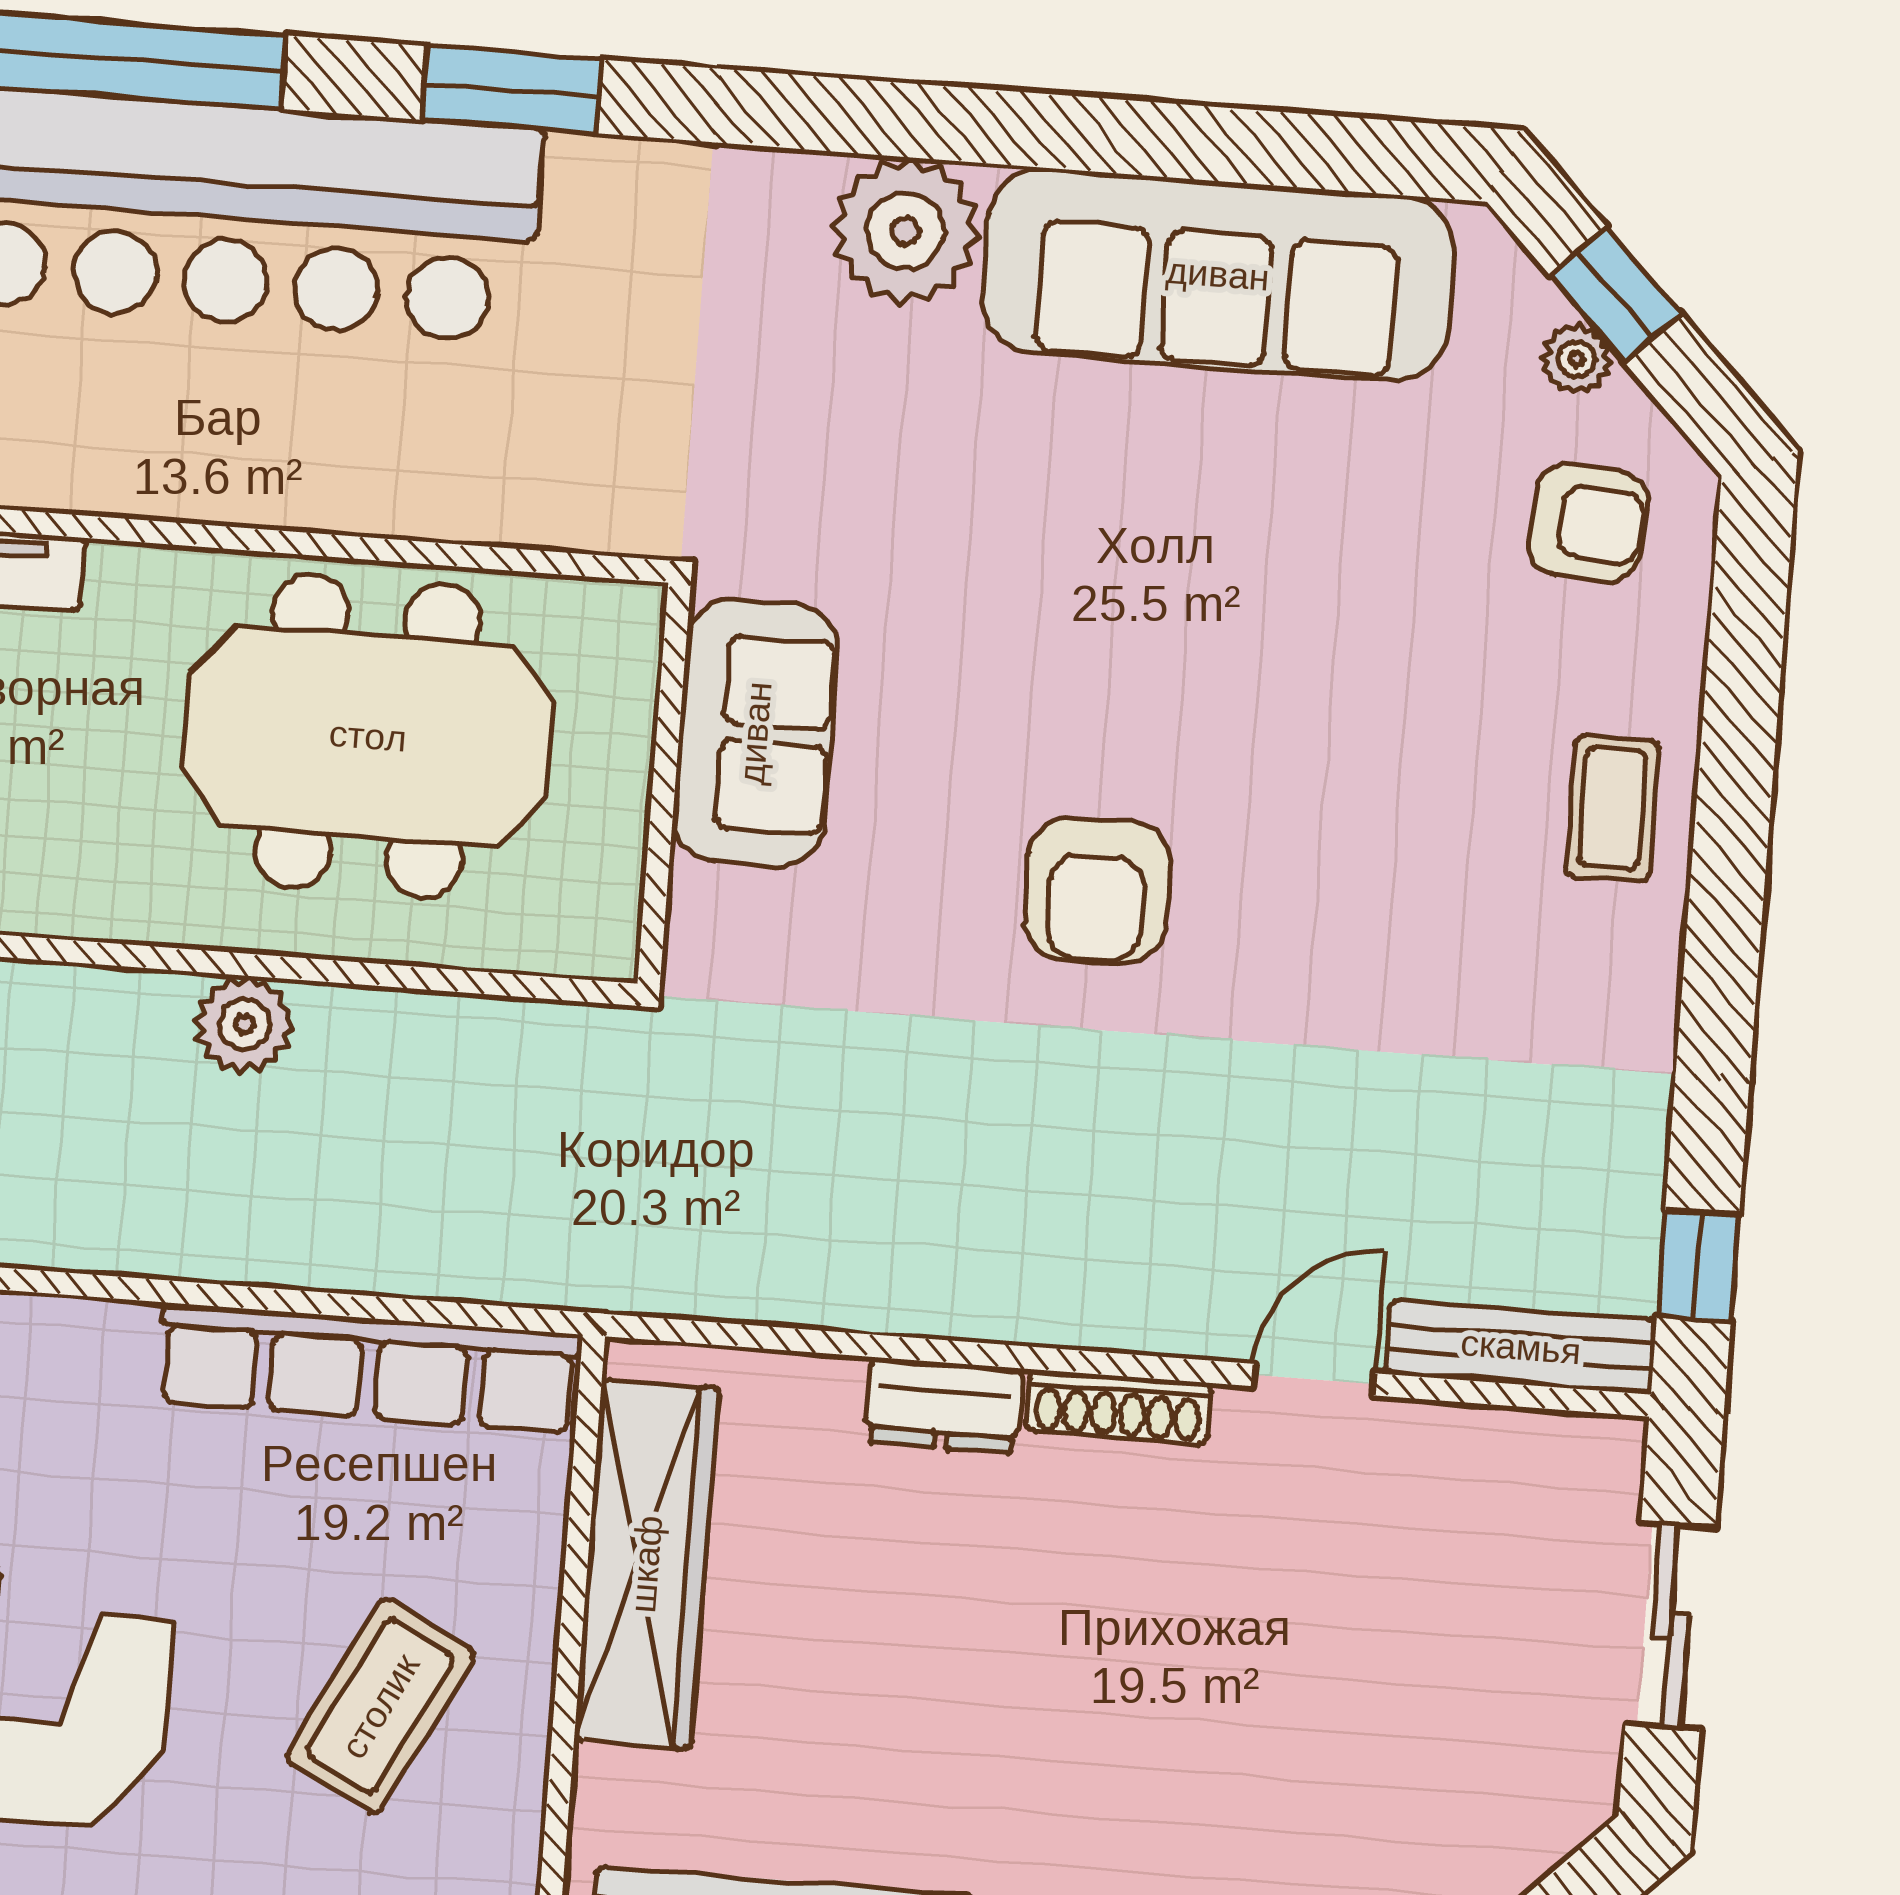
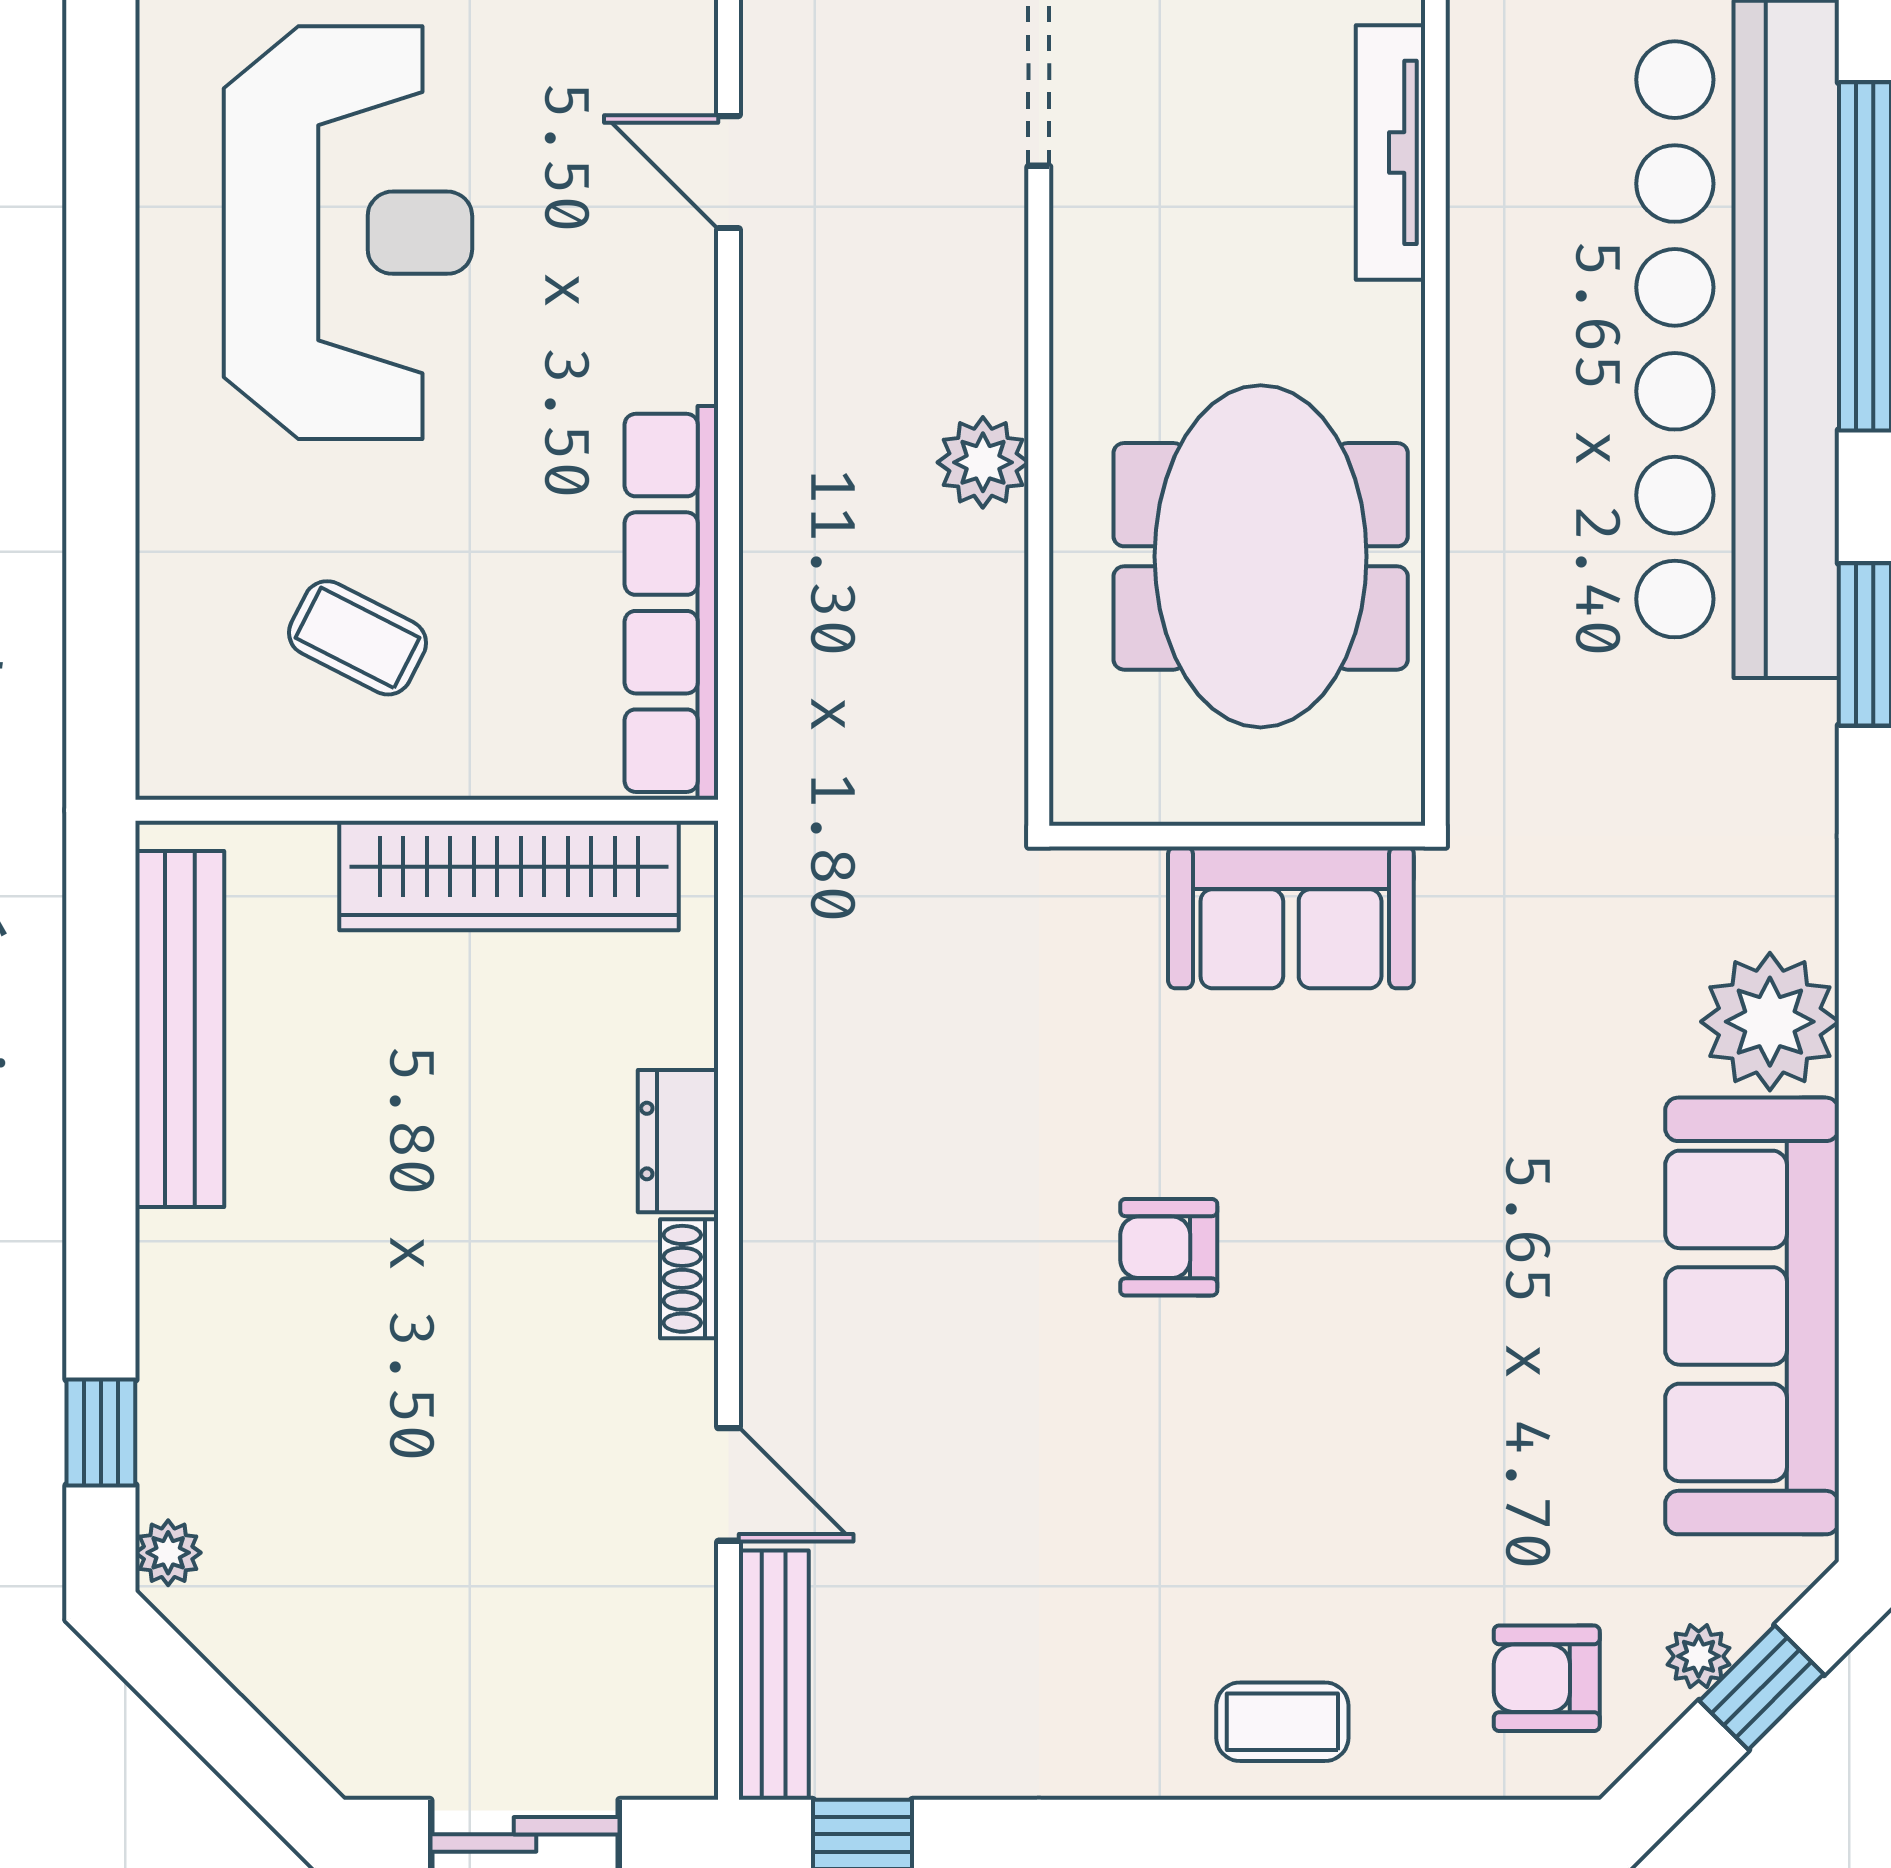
armchair: (1588, 523) -> (1547, 1678), turned 86
armchair: (1097, 891) -> (1169, 1247), width x0.72, depth x0.72
shoe rack: (1118, 1407) -> (689, 1279), width x0.70
coffee table: (380, 1706) -> (358, 638), width x0.73, depth x0.77

